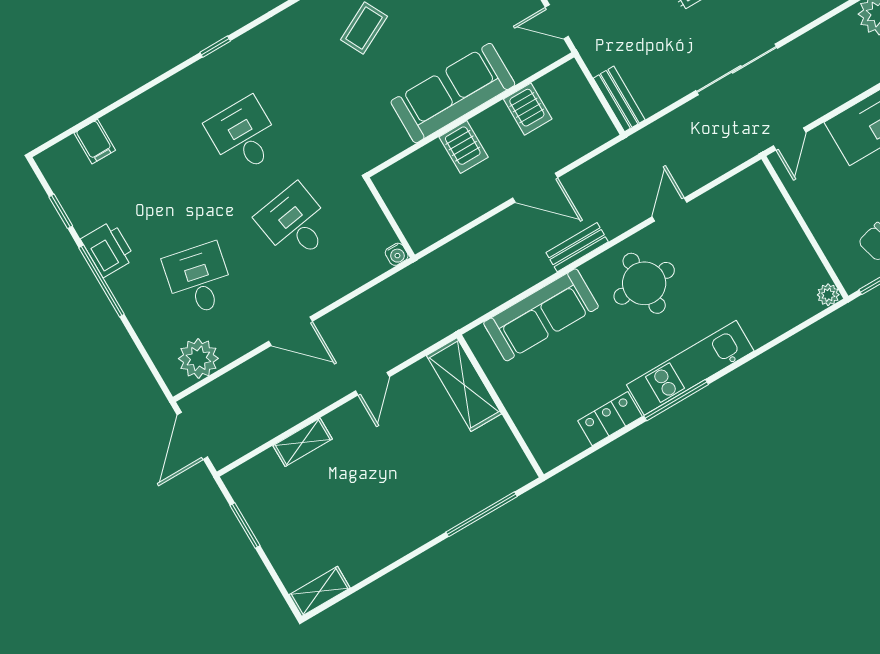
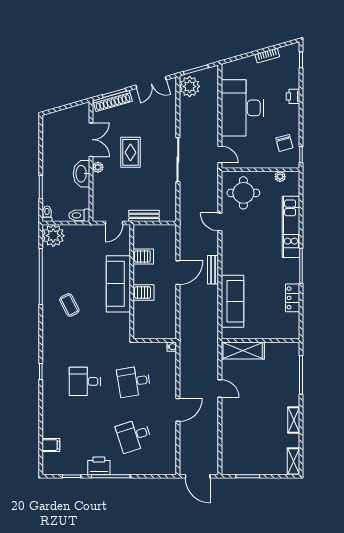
bench: (619, 99) -> (144, 216), moved
desk: (199, 279) -> (134, 435), turned -30
round table: (644, 283) -> (243, 193), moved
plant: (828, 295) -> (280, 177), moved
plant: (198, 358) -> (167, 455), removed
kitchen unit: (690, 368) -> (291, 227), moved
shelving: (303, 442) -> (294, 420), moved

